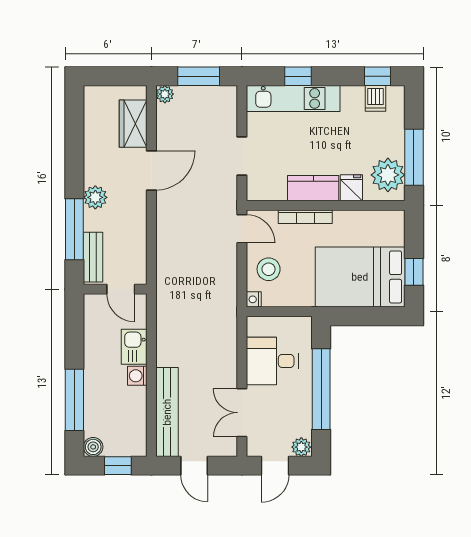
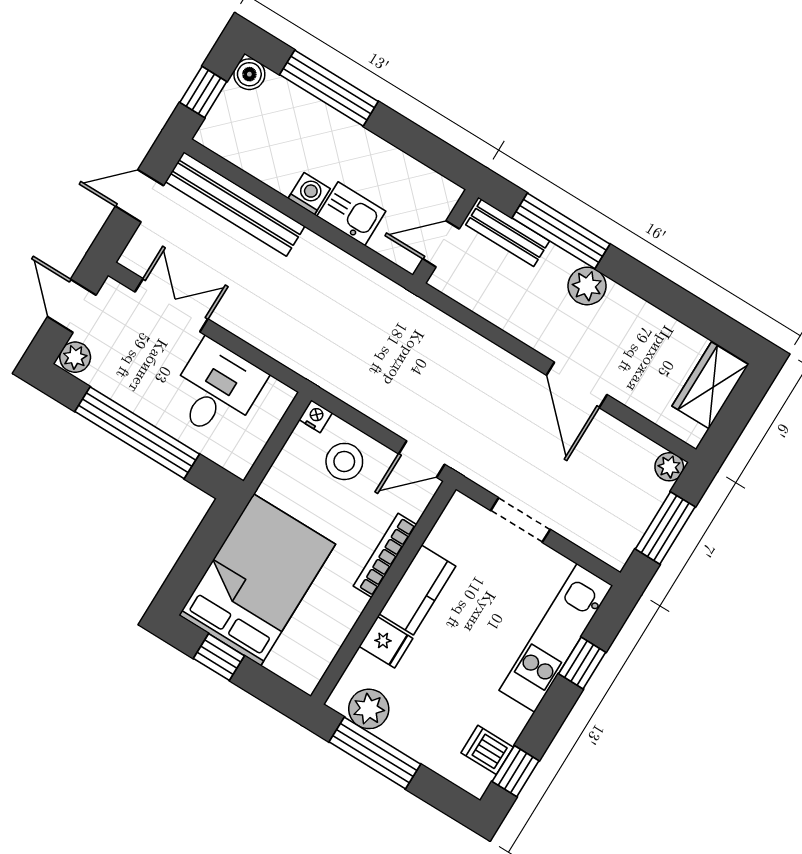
wardrobe: (133, 124) -> (710, 385), moved, turned -90
plant: (388, 175) -> (369, 709), width x0.73, depth x0.73

